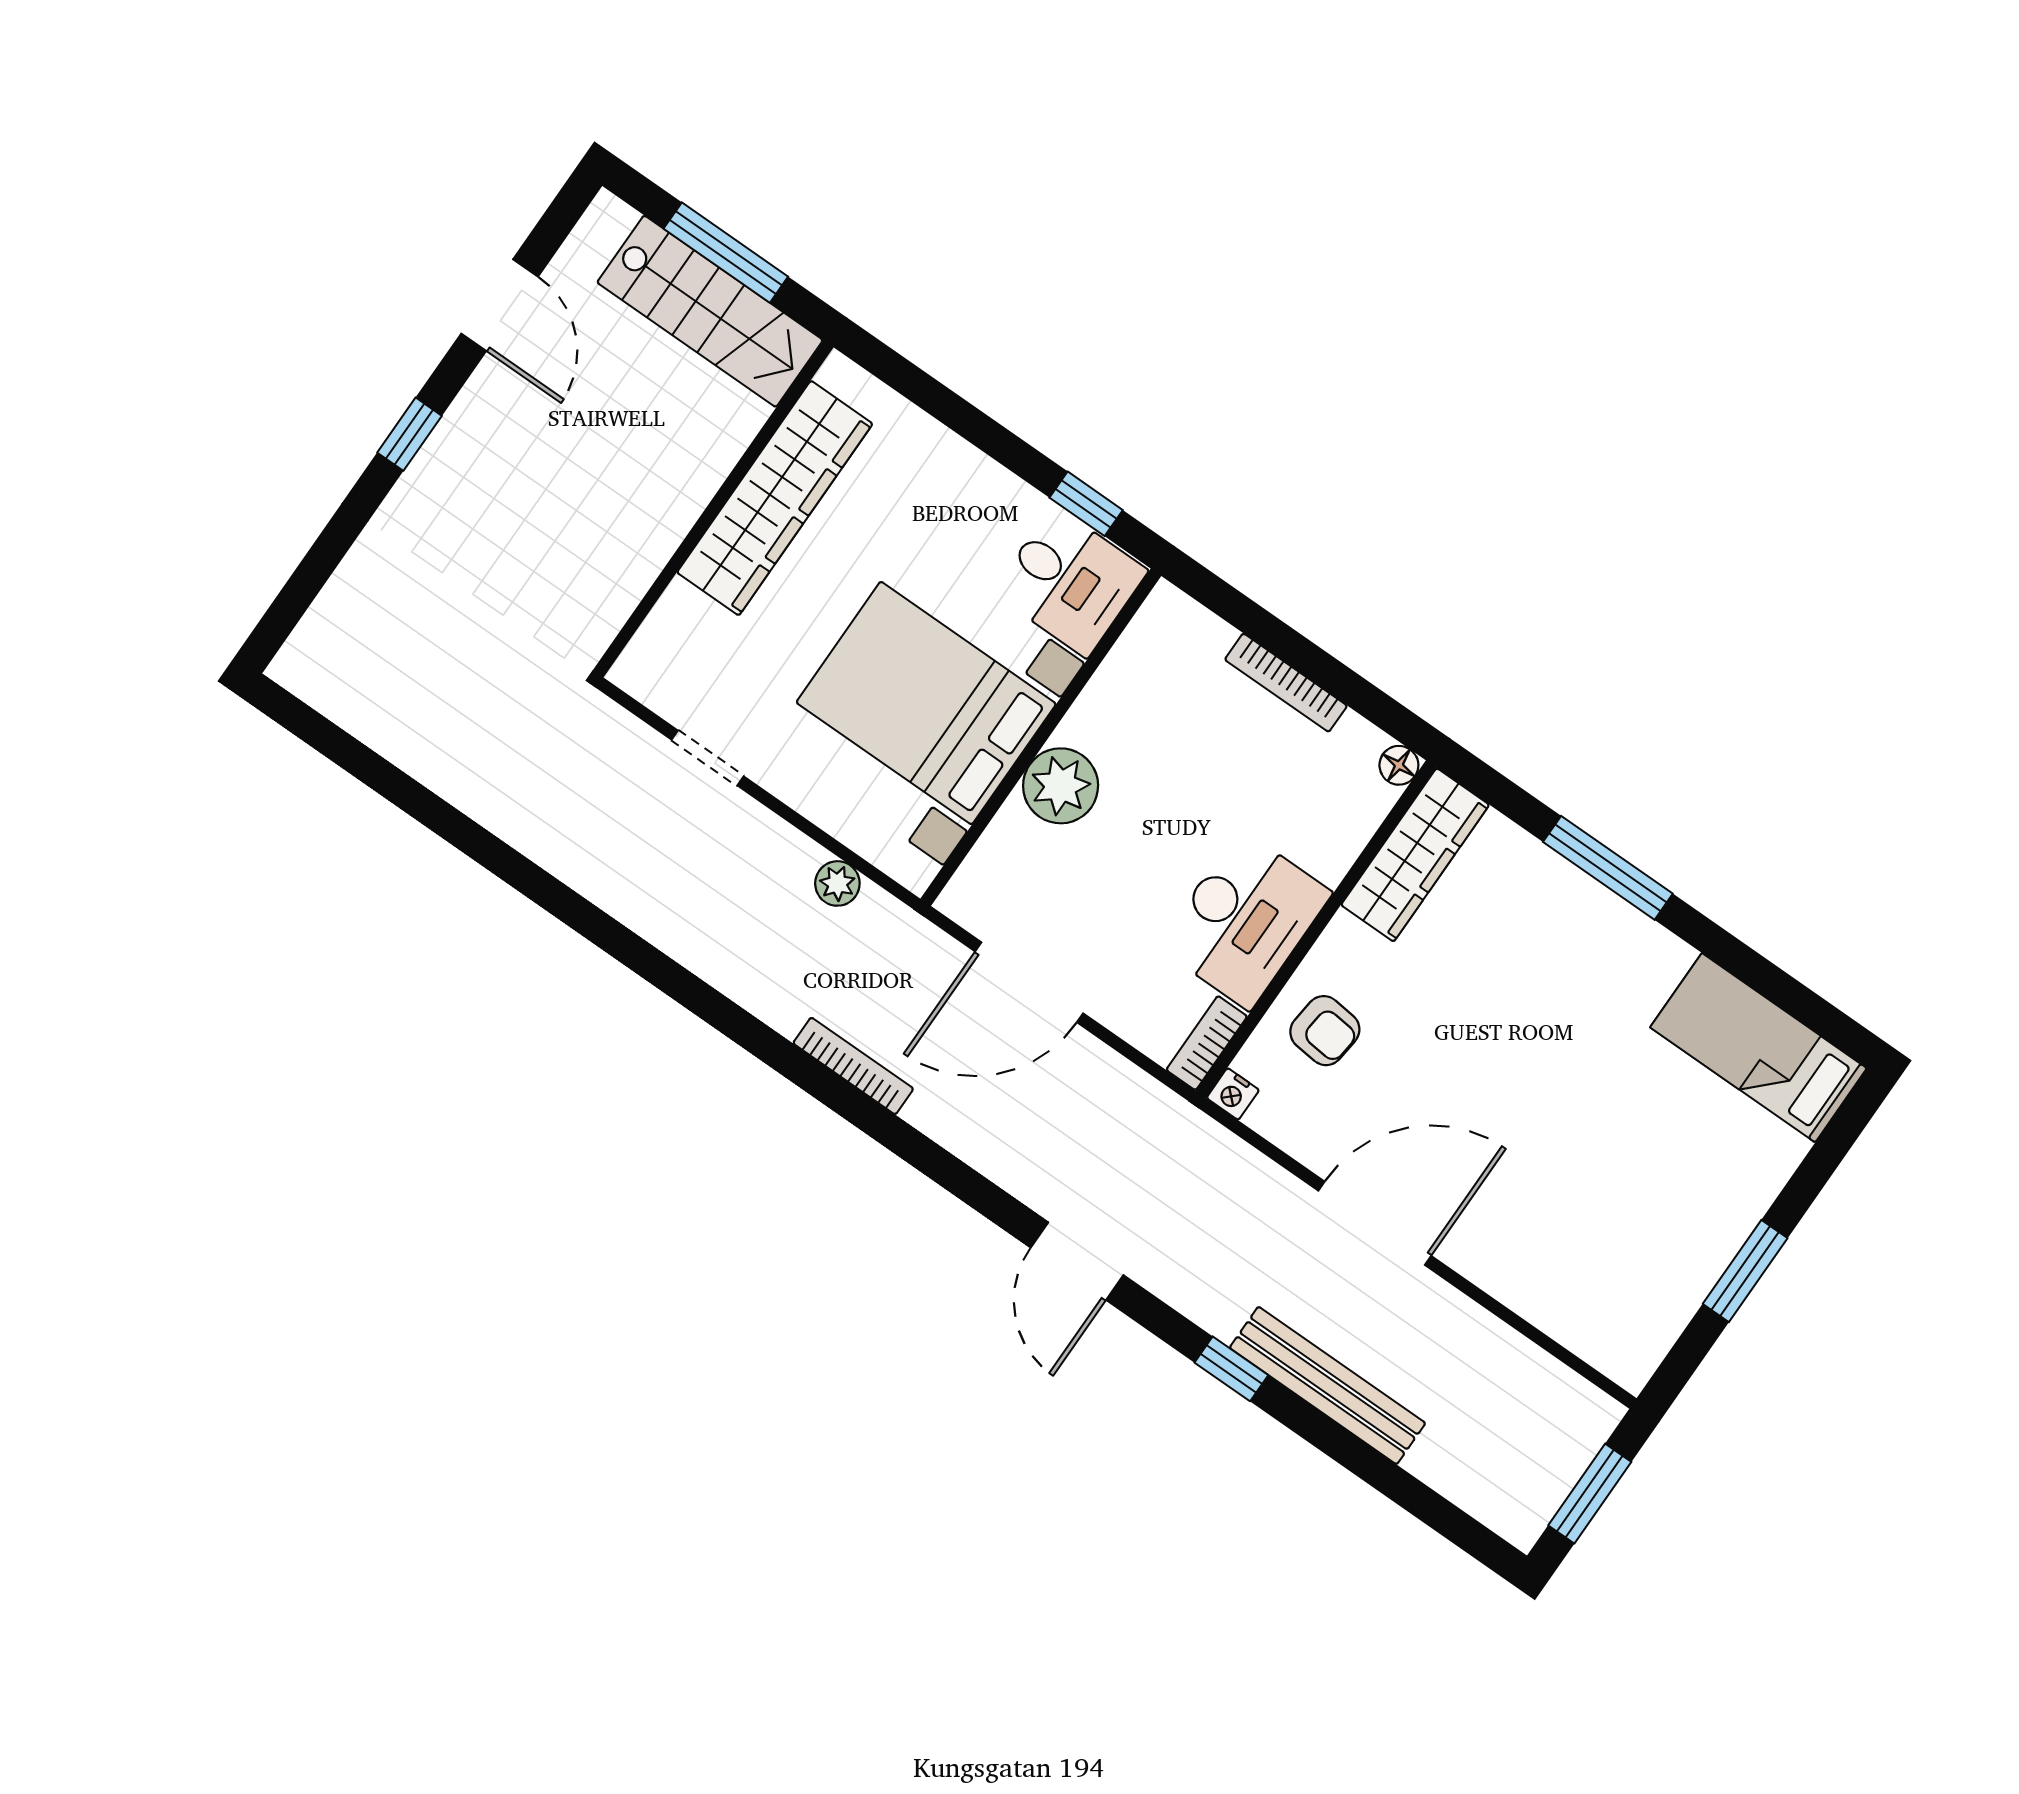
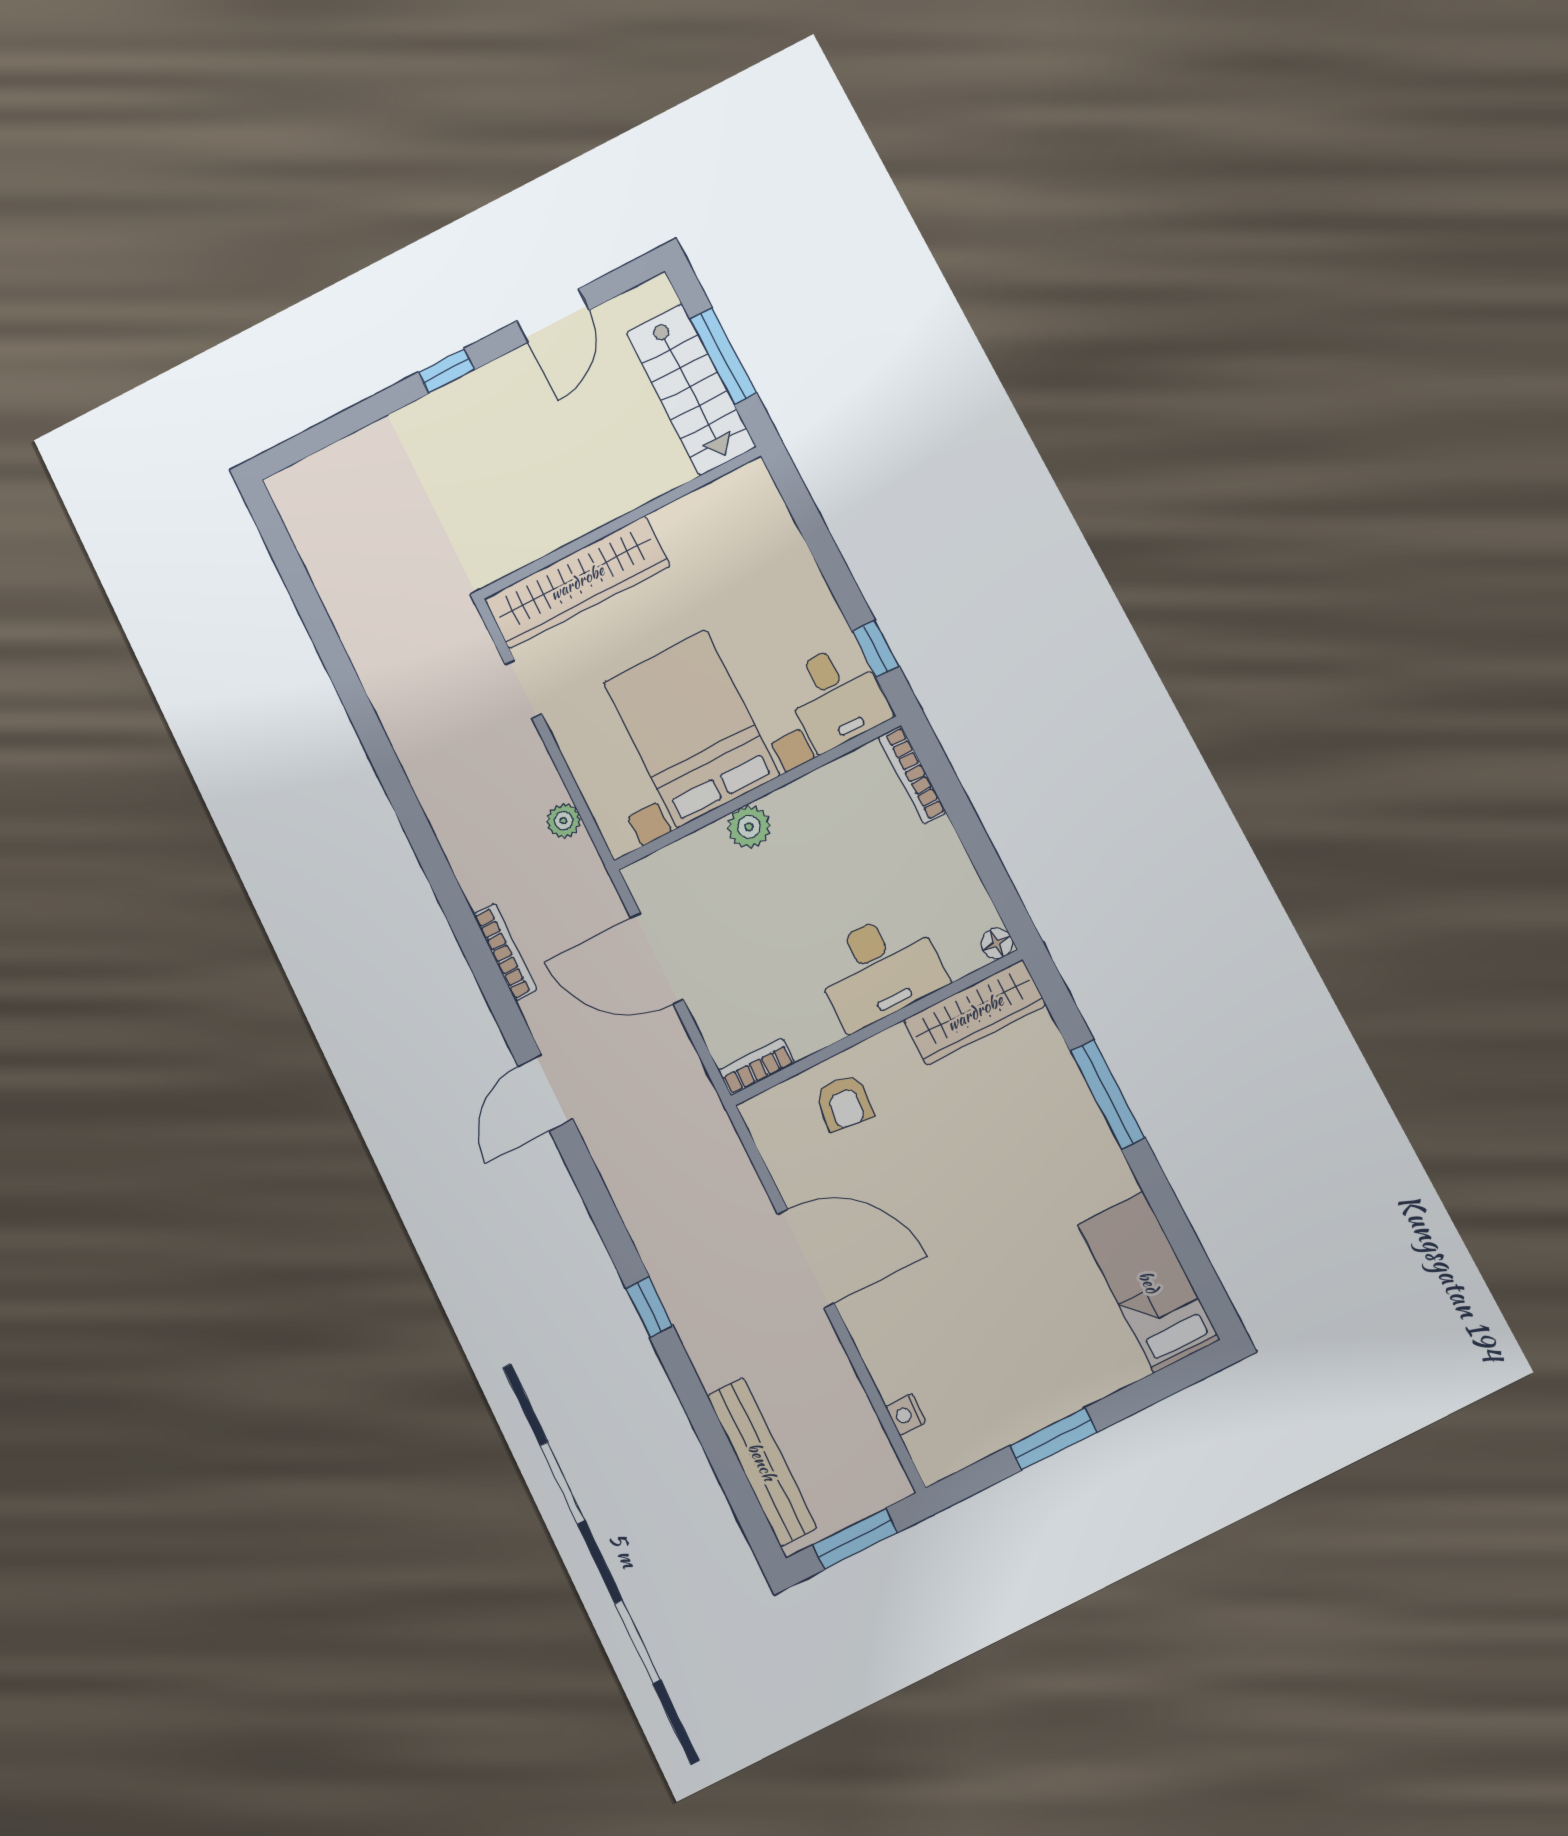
wardrobe: (775, 498) -> (577, 582), moved
bookcase: (1286, 683) -> (912, 775), moved
plant: (1061, 786) -> (749, 827), width x0.73, depth x0.73
desk: (1245, 920) -> (879, 969), moved
nightstand: (1233, 1094) -> (906, 1414), moved
door: (1077, 1261) -> (545, 1092), moved
bench: (1328, 1385) -> (762, 1462), moved

